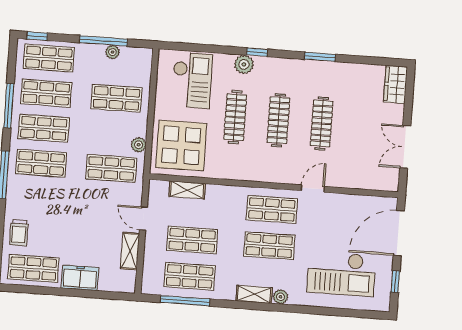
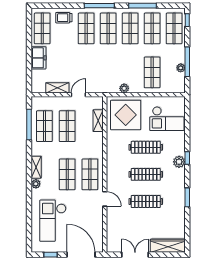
plant: (244, 64) -> (179, 162), moved
wardrobe: (395, 84) -> (168, 246), width x1.50
shop shelf: (111, 168) -> (86, 28), moved

